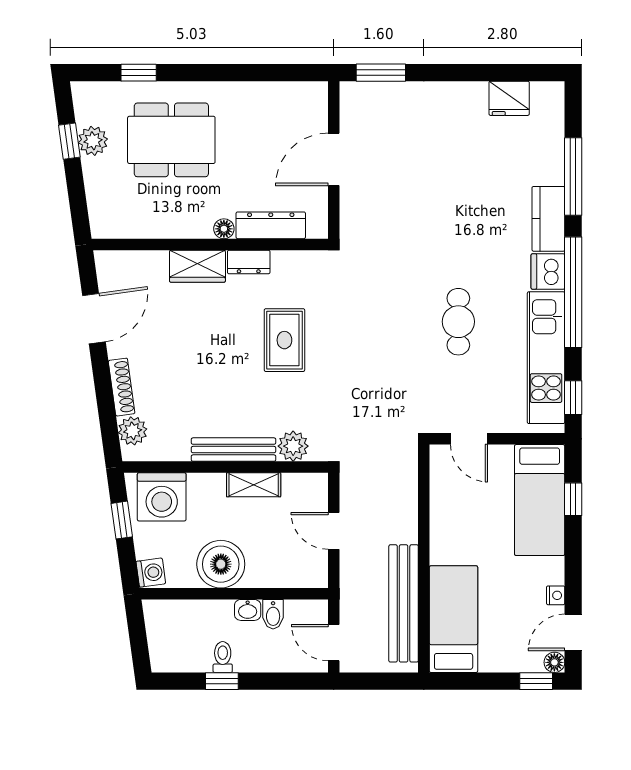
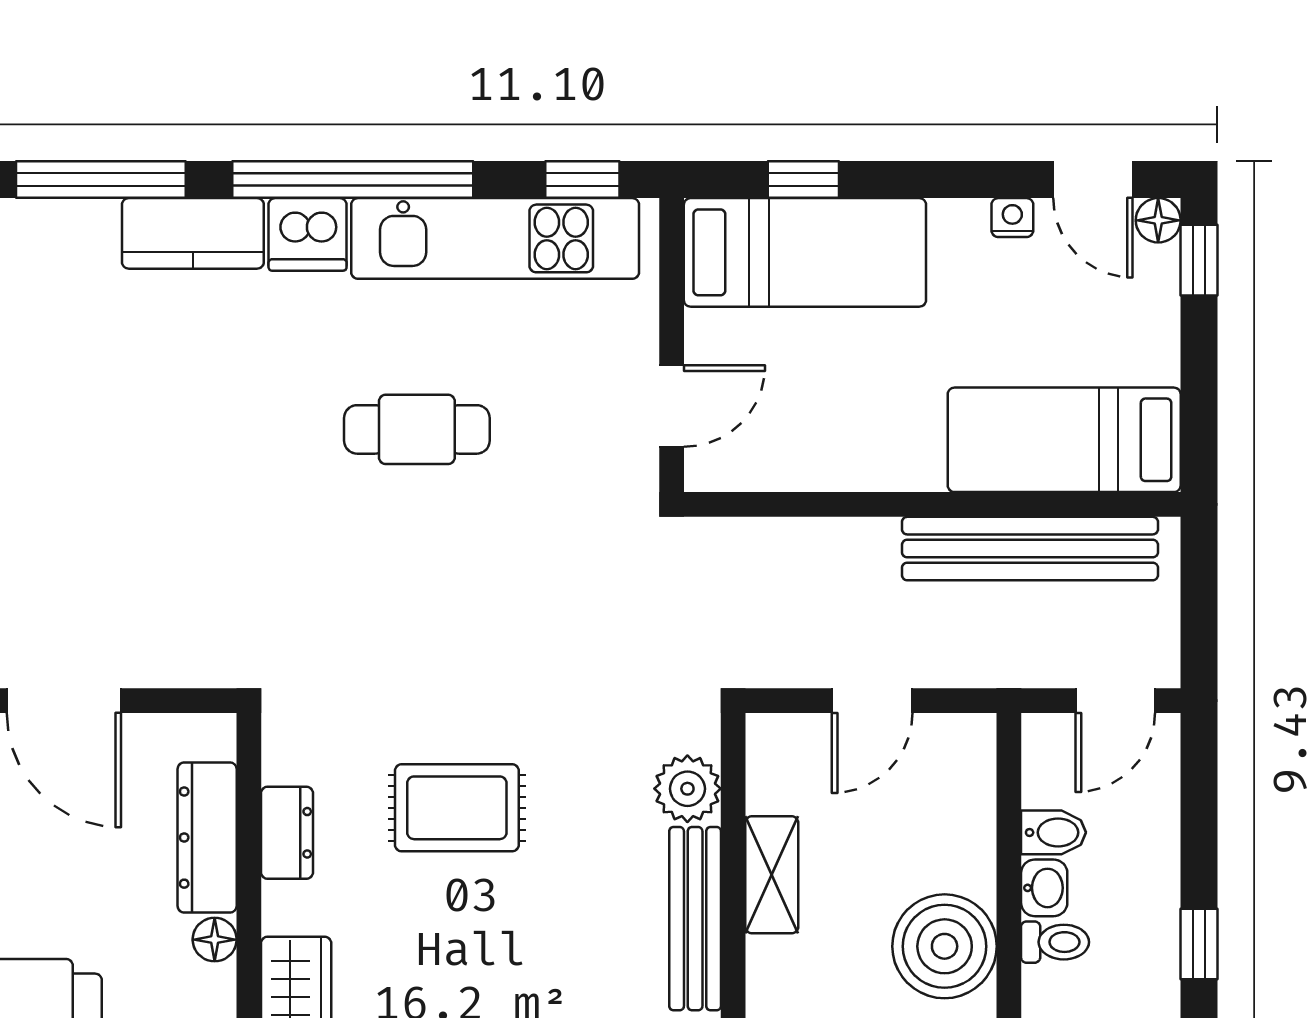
dresser: (249, 262) -> (287, 833), moved
toilet: (223, 657) -> (1055, 942), moved, turned 180

